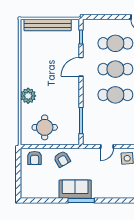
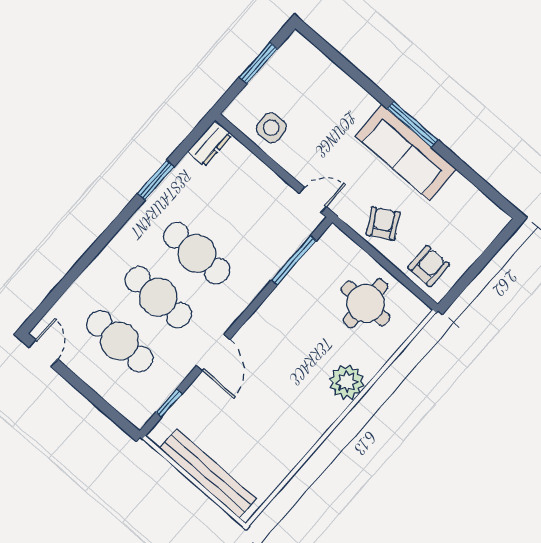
door: (81, 67) -> (213, 352), hinge flipped
door: (107, 146) -> (313, 200), moved
sofa: (75, 189) -> (406, 153), width x1.36

